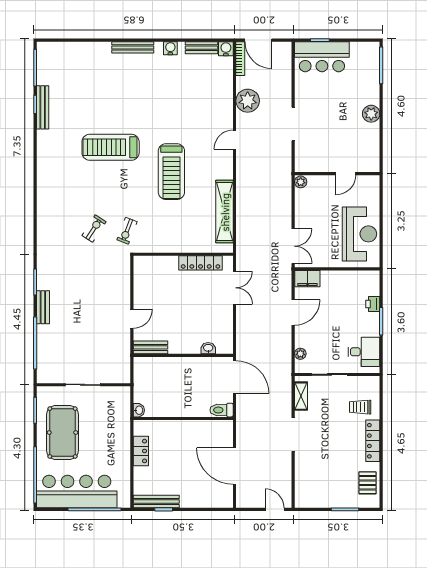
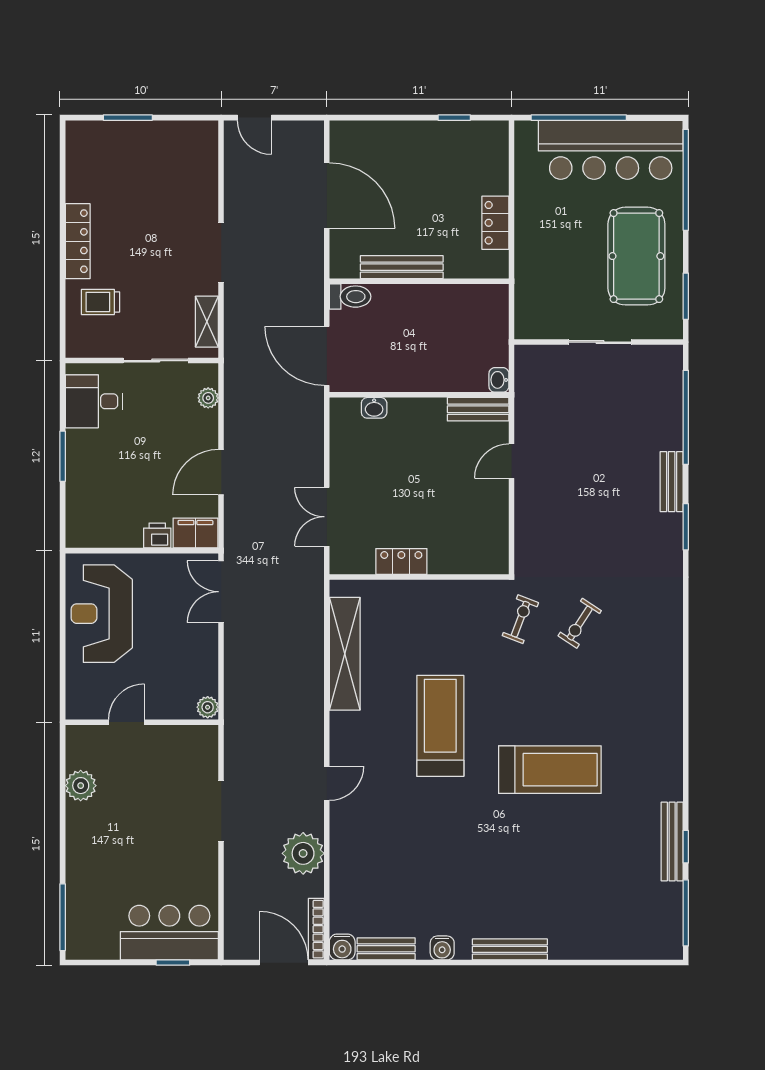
plant: (371, 114) -> (81, 786), moved
locker: (201, 263) -> (401, 561), width x0.66
printer: (373, 304) -> (157, 536), moved, turned -90
trolley: (360, 407) -> (101, 302), turned 180
washbasin: (139, 410) -> (499, 380), moved
pallet: (368, 483) -> (87, 165), removed
bench: (156, 502) -> (402, 267), moved

